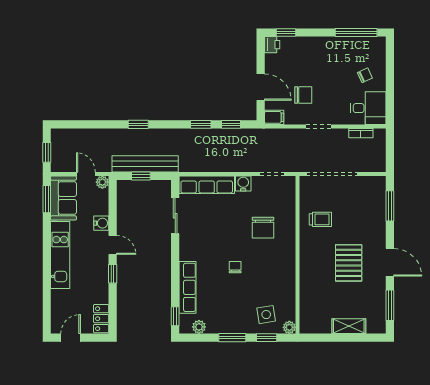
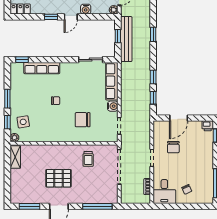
filing cabinet: (274, 117) -> (158, 127), removed
window: (390, 206) -> (97, 206), width x1.44
shelving: (349, 326) -> (15, 157), moved
plant: (199, 327) -> (15, 76), removed

